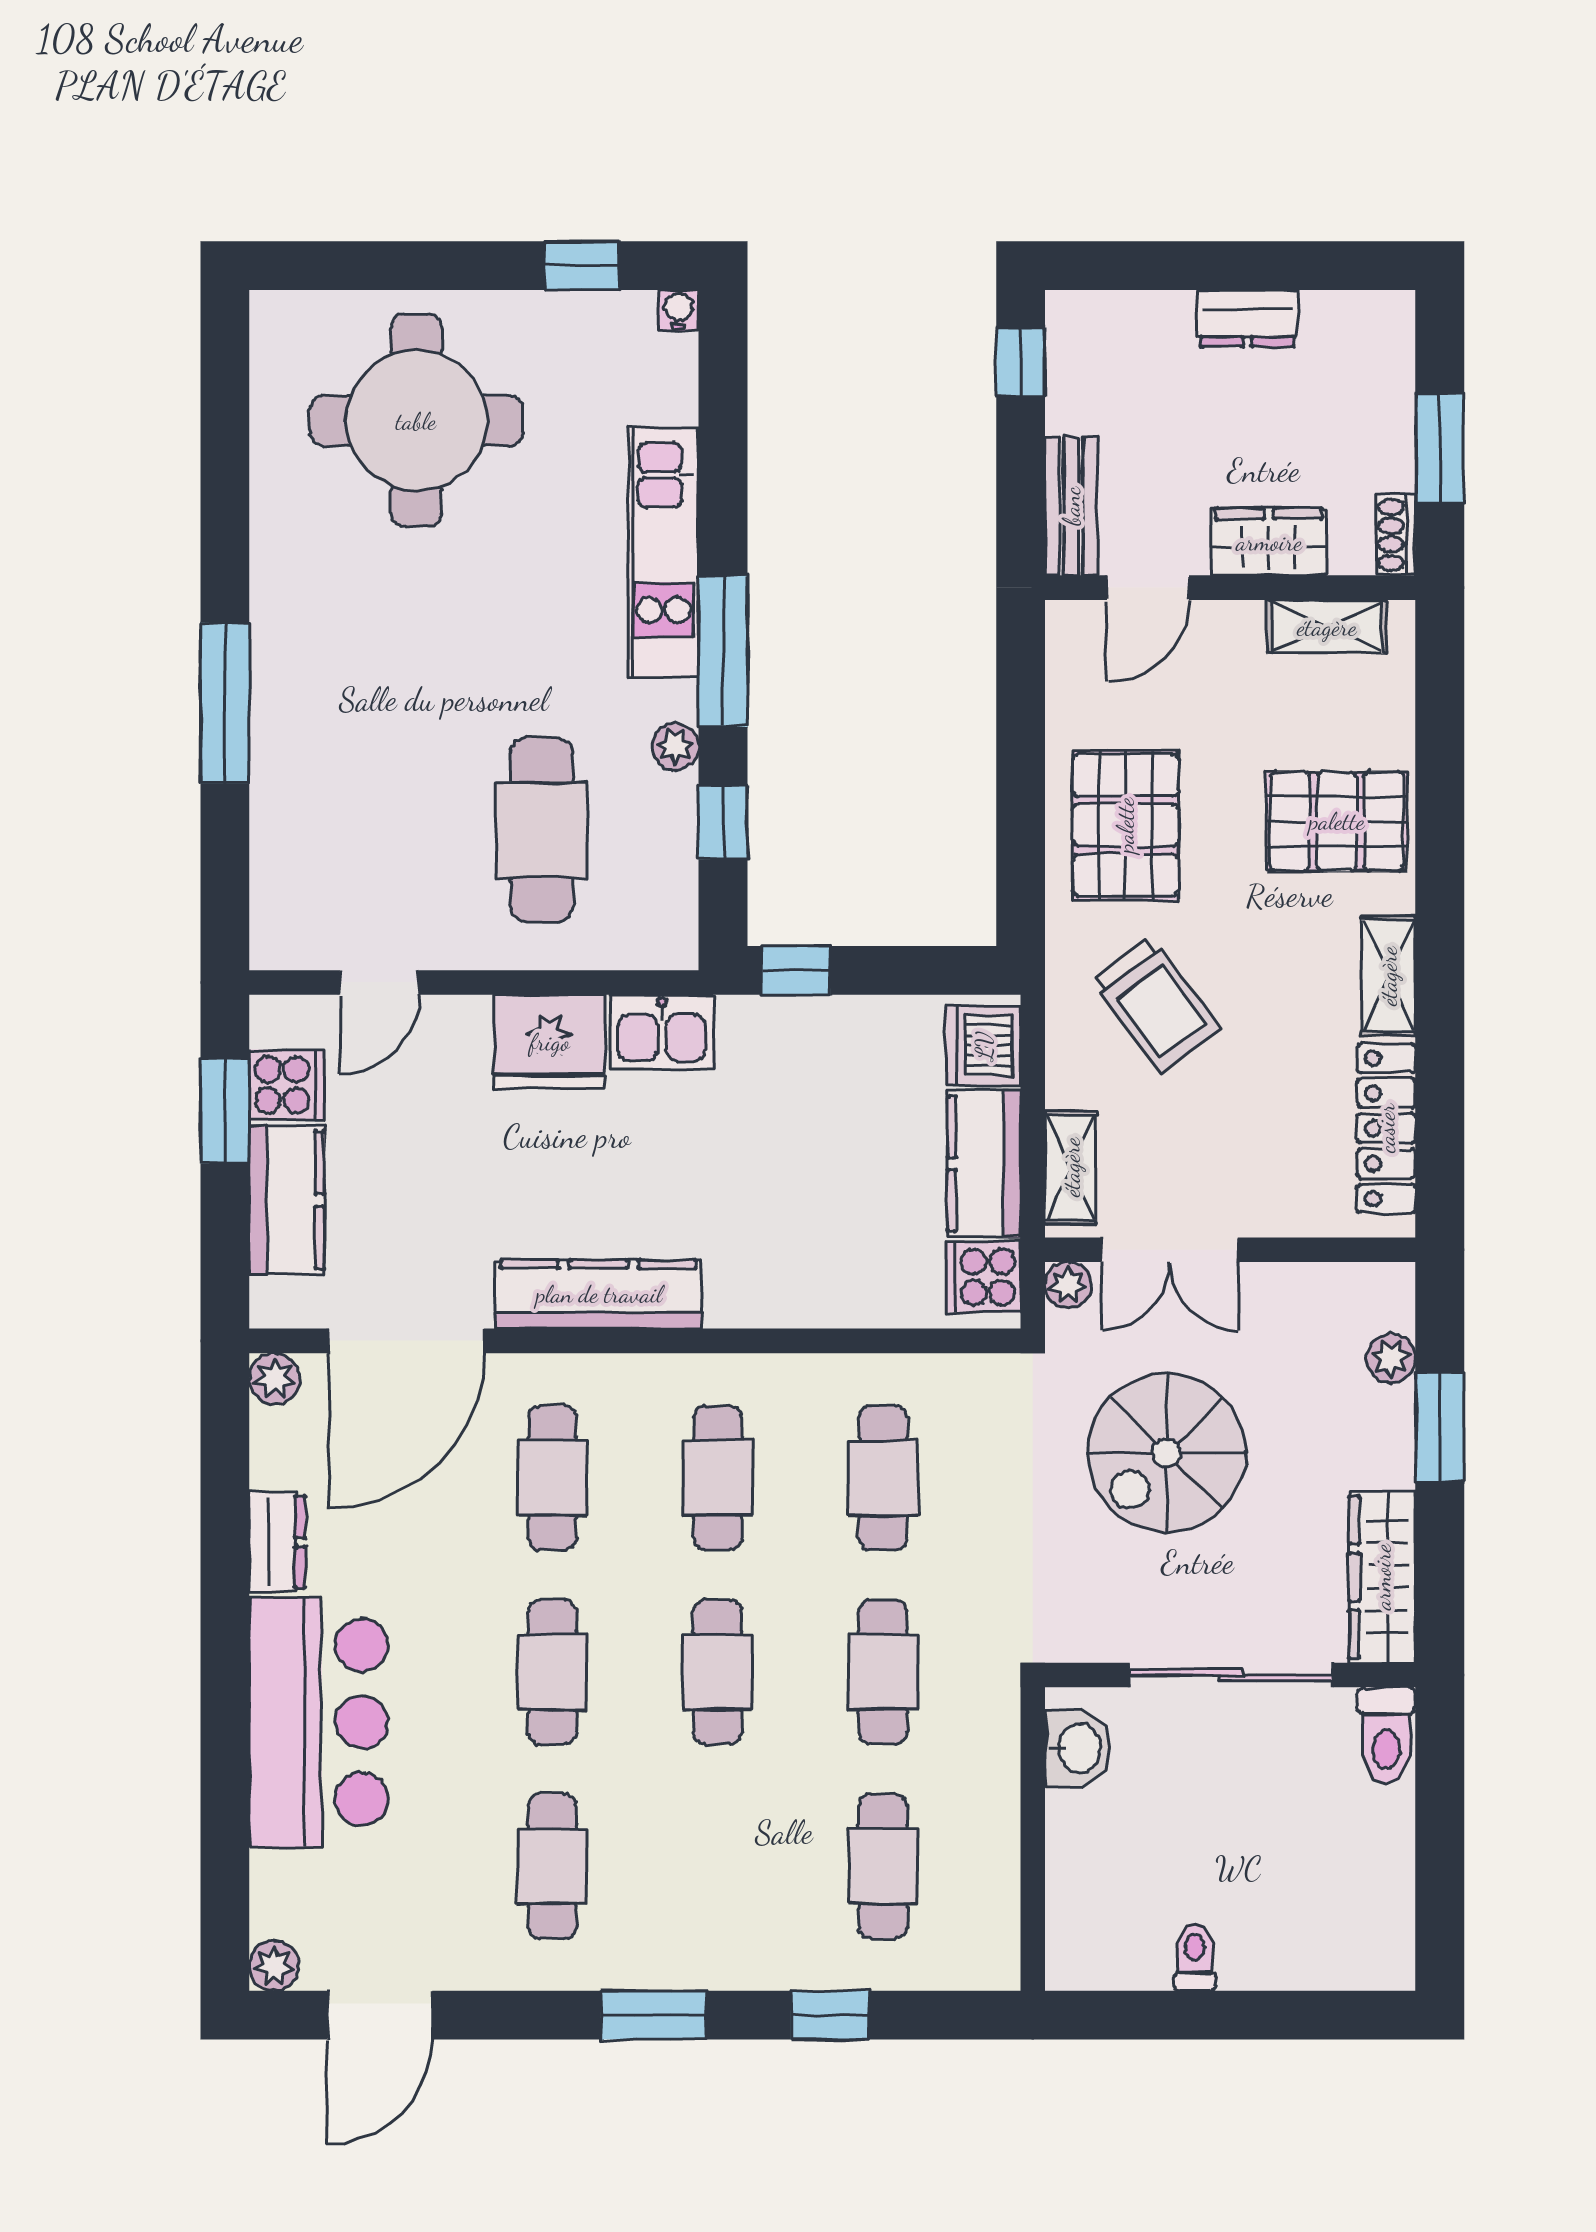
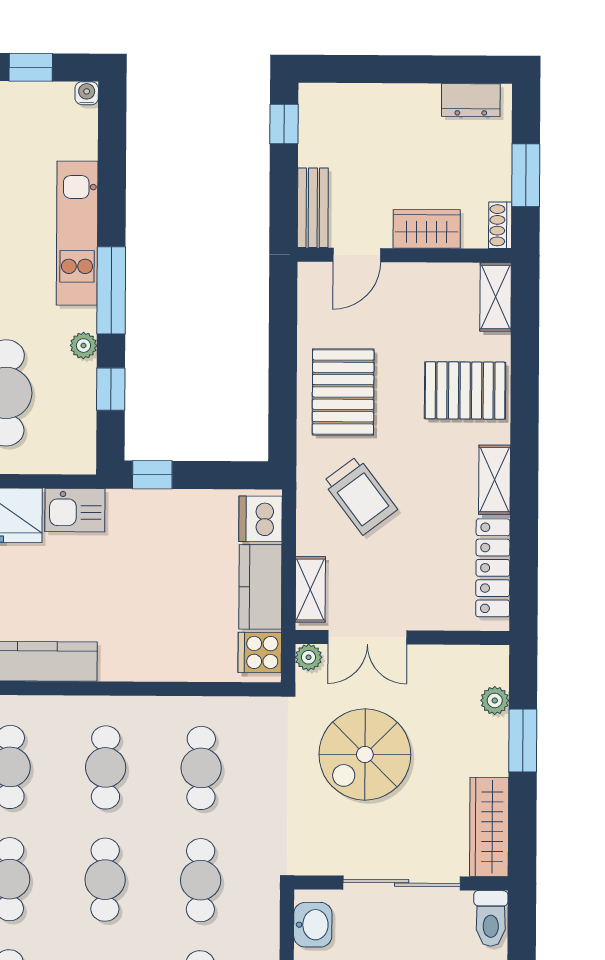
dresser: (1248, 318) -> (471, 100), moved
shelving: (1327, 627) -> (496, 297), moved, turned 90

